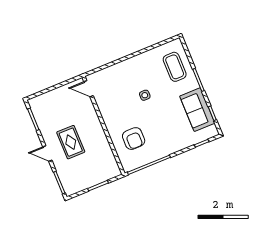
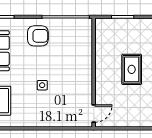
door: (88, 89) -> (94, 114), hinge flipped
armchair: (134, 139) -> (38, 36), moved, turned 90

